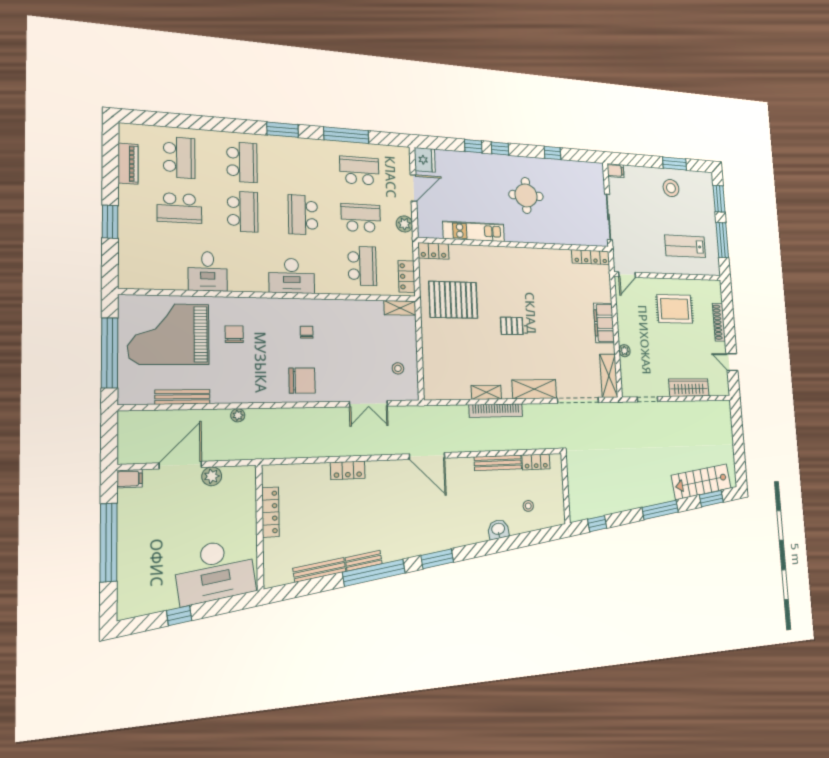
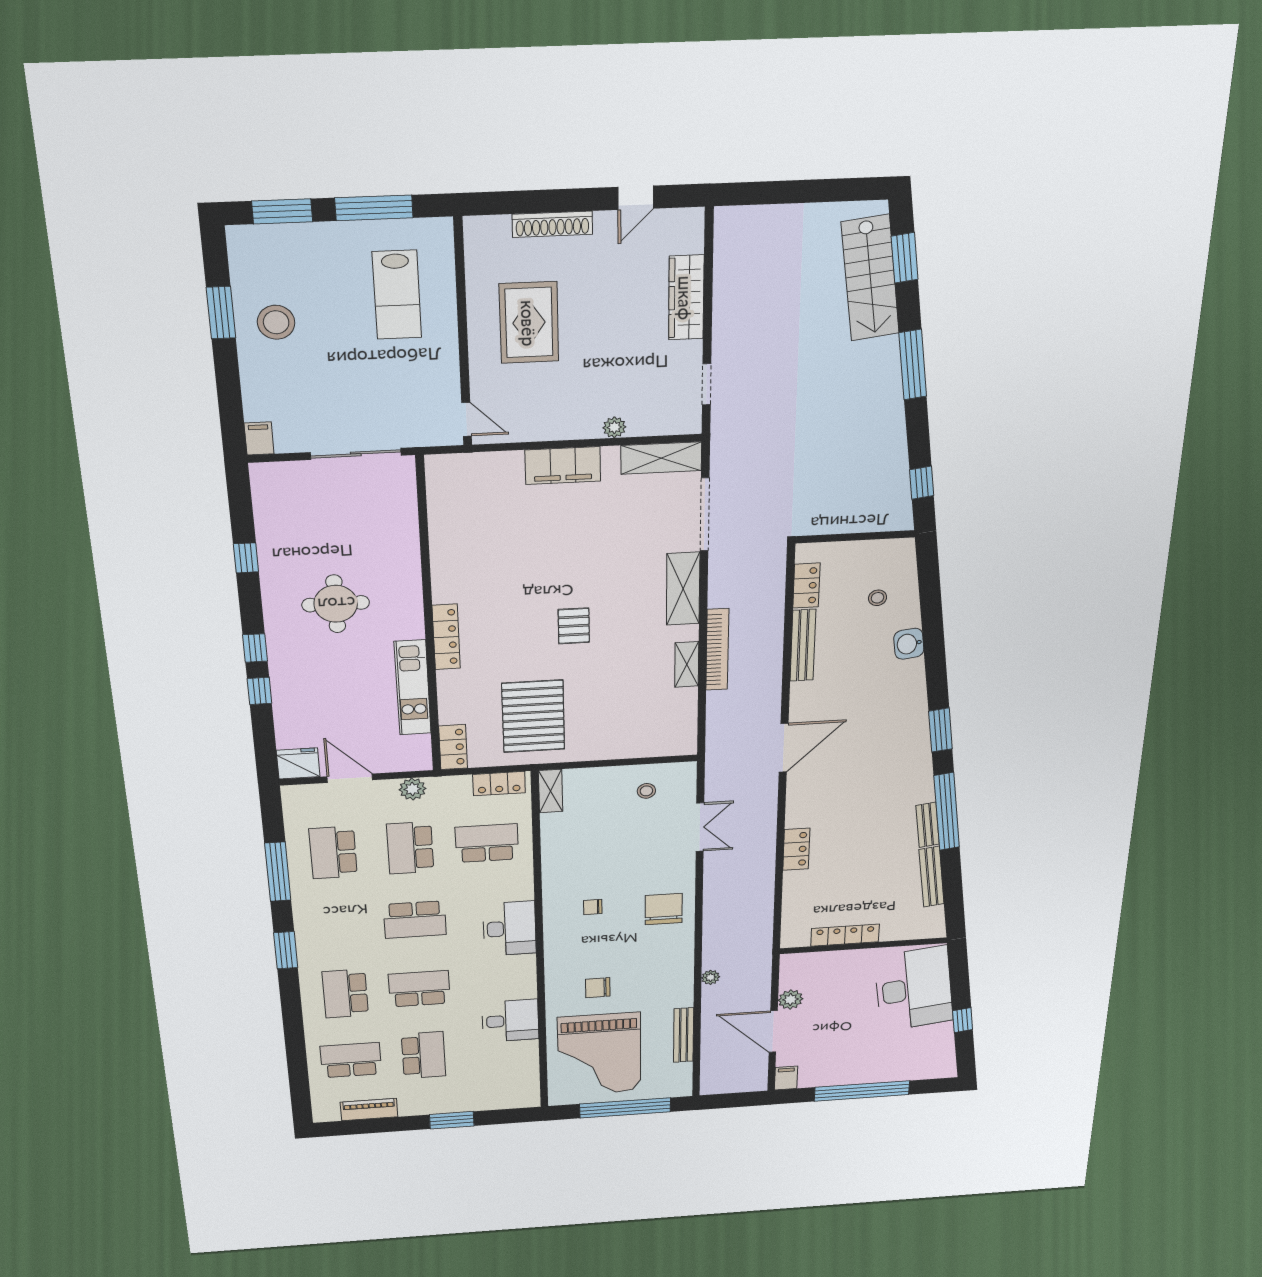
school desk: (242, 162) -> (345, 994), turned -90
locker: (591, 257) -> (446, 637), moved

